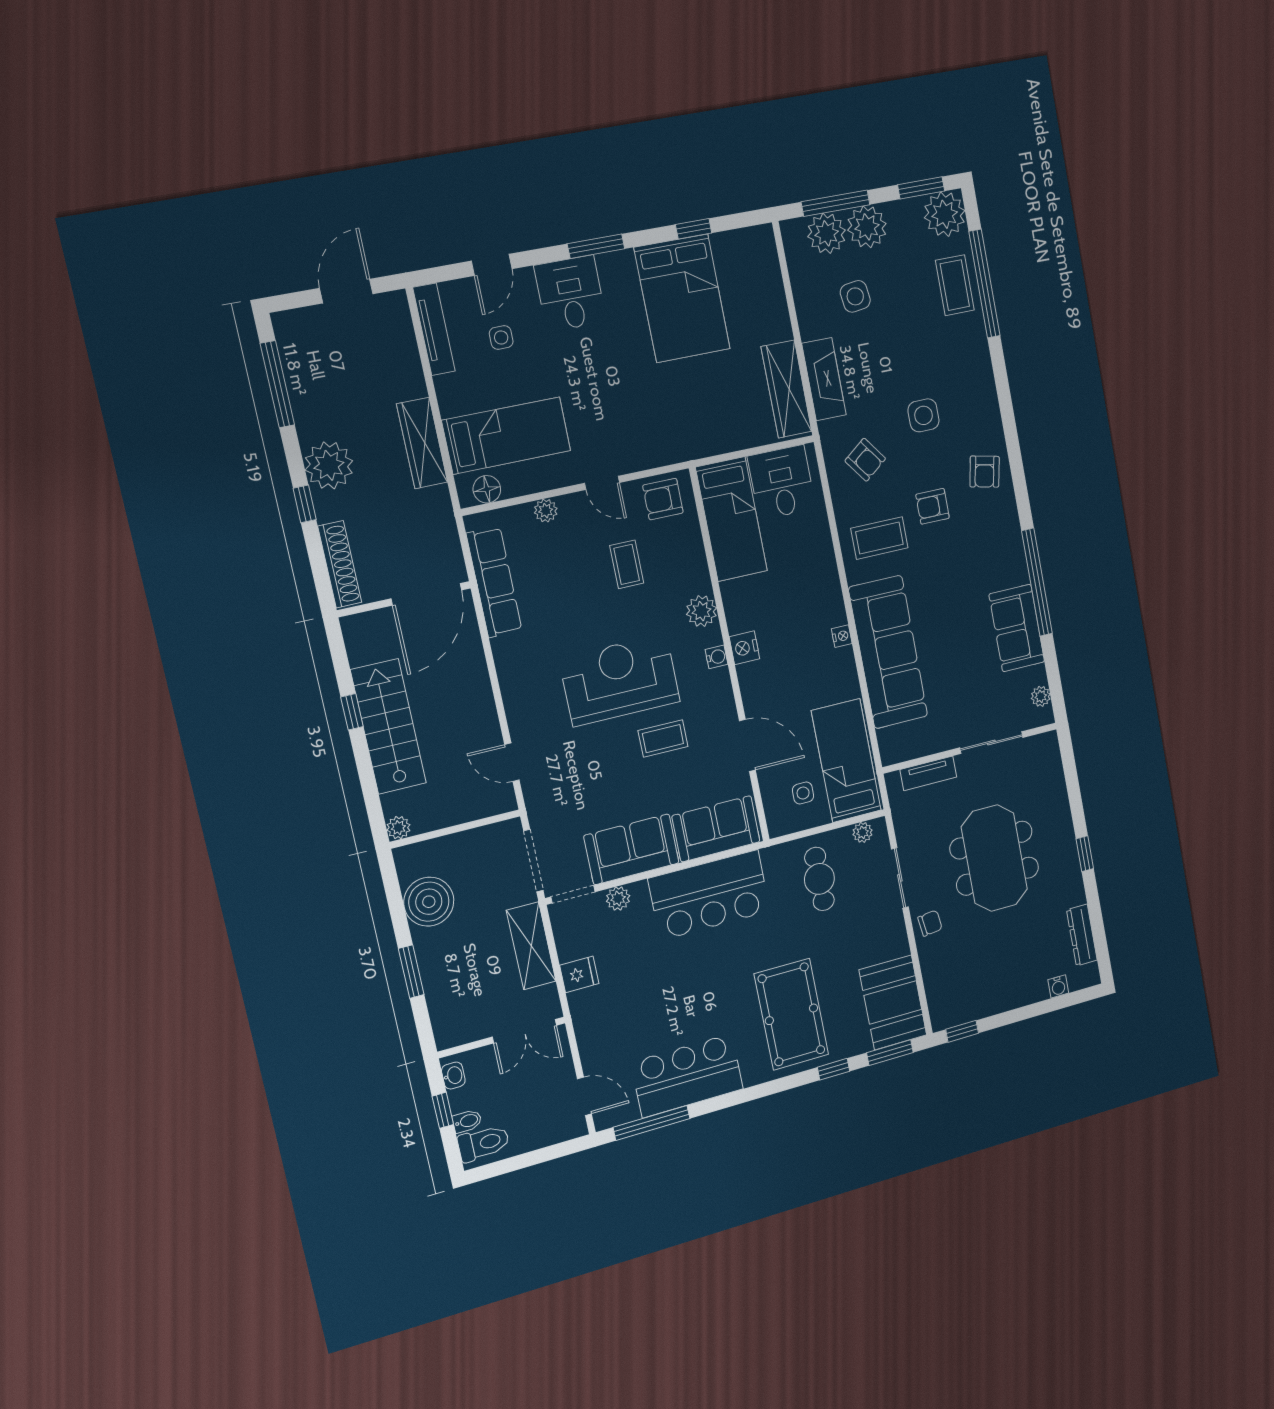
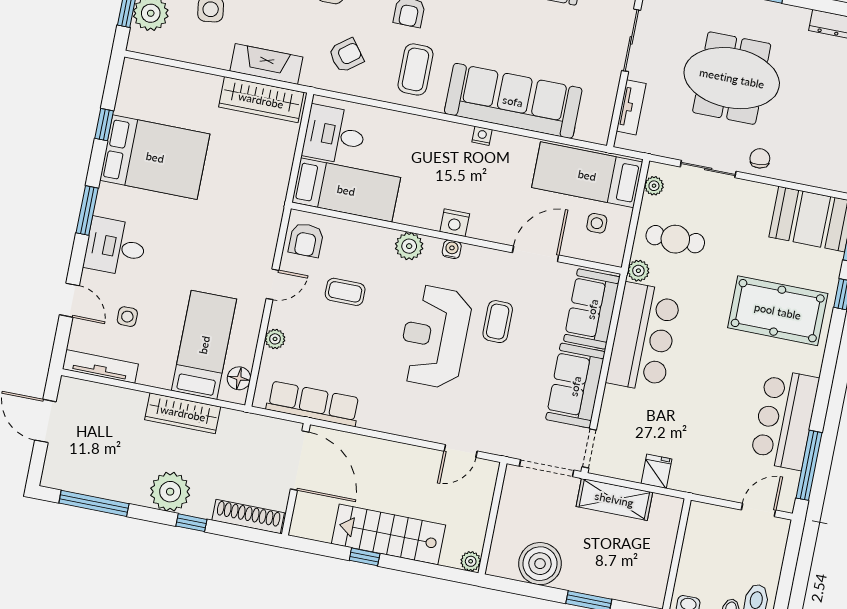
plant: (618, 898) -> (638, 271), moved
double door: (524, 1031) -> (681, 535), removed

